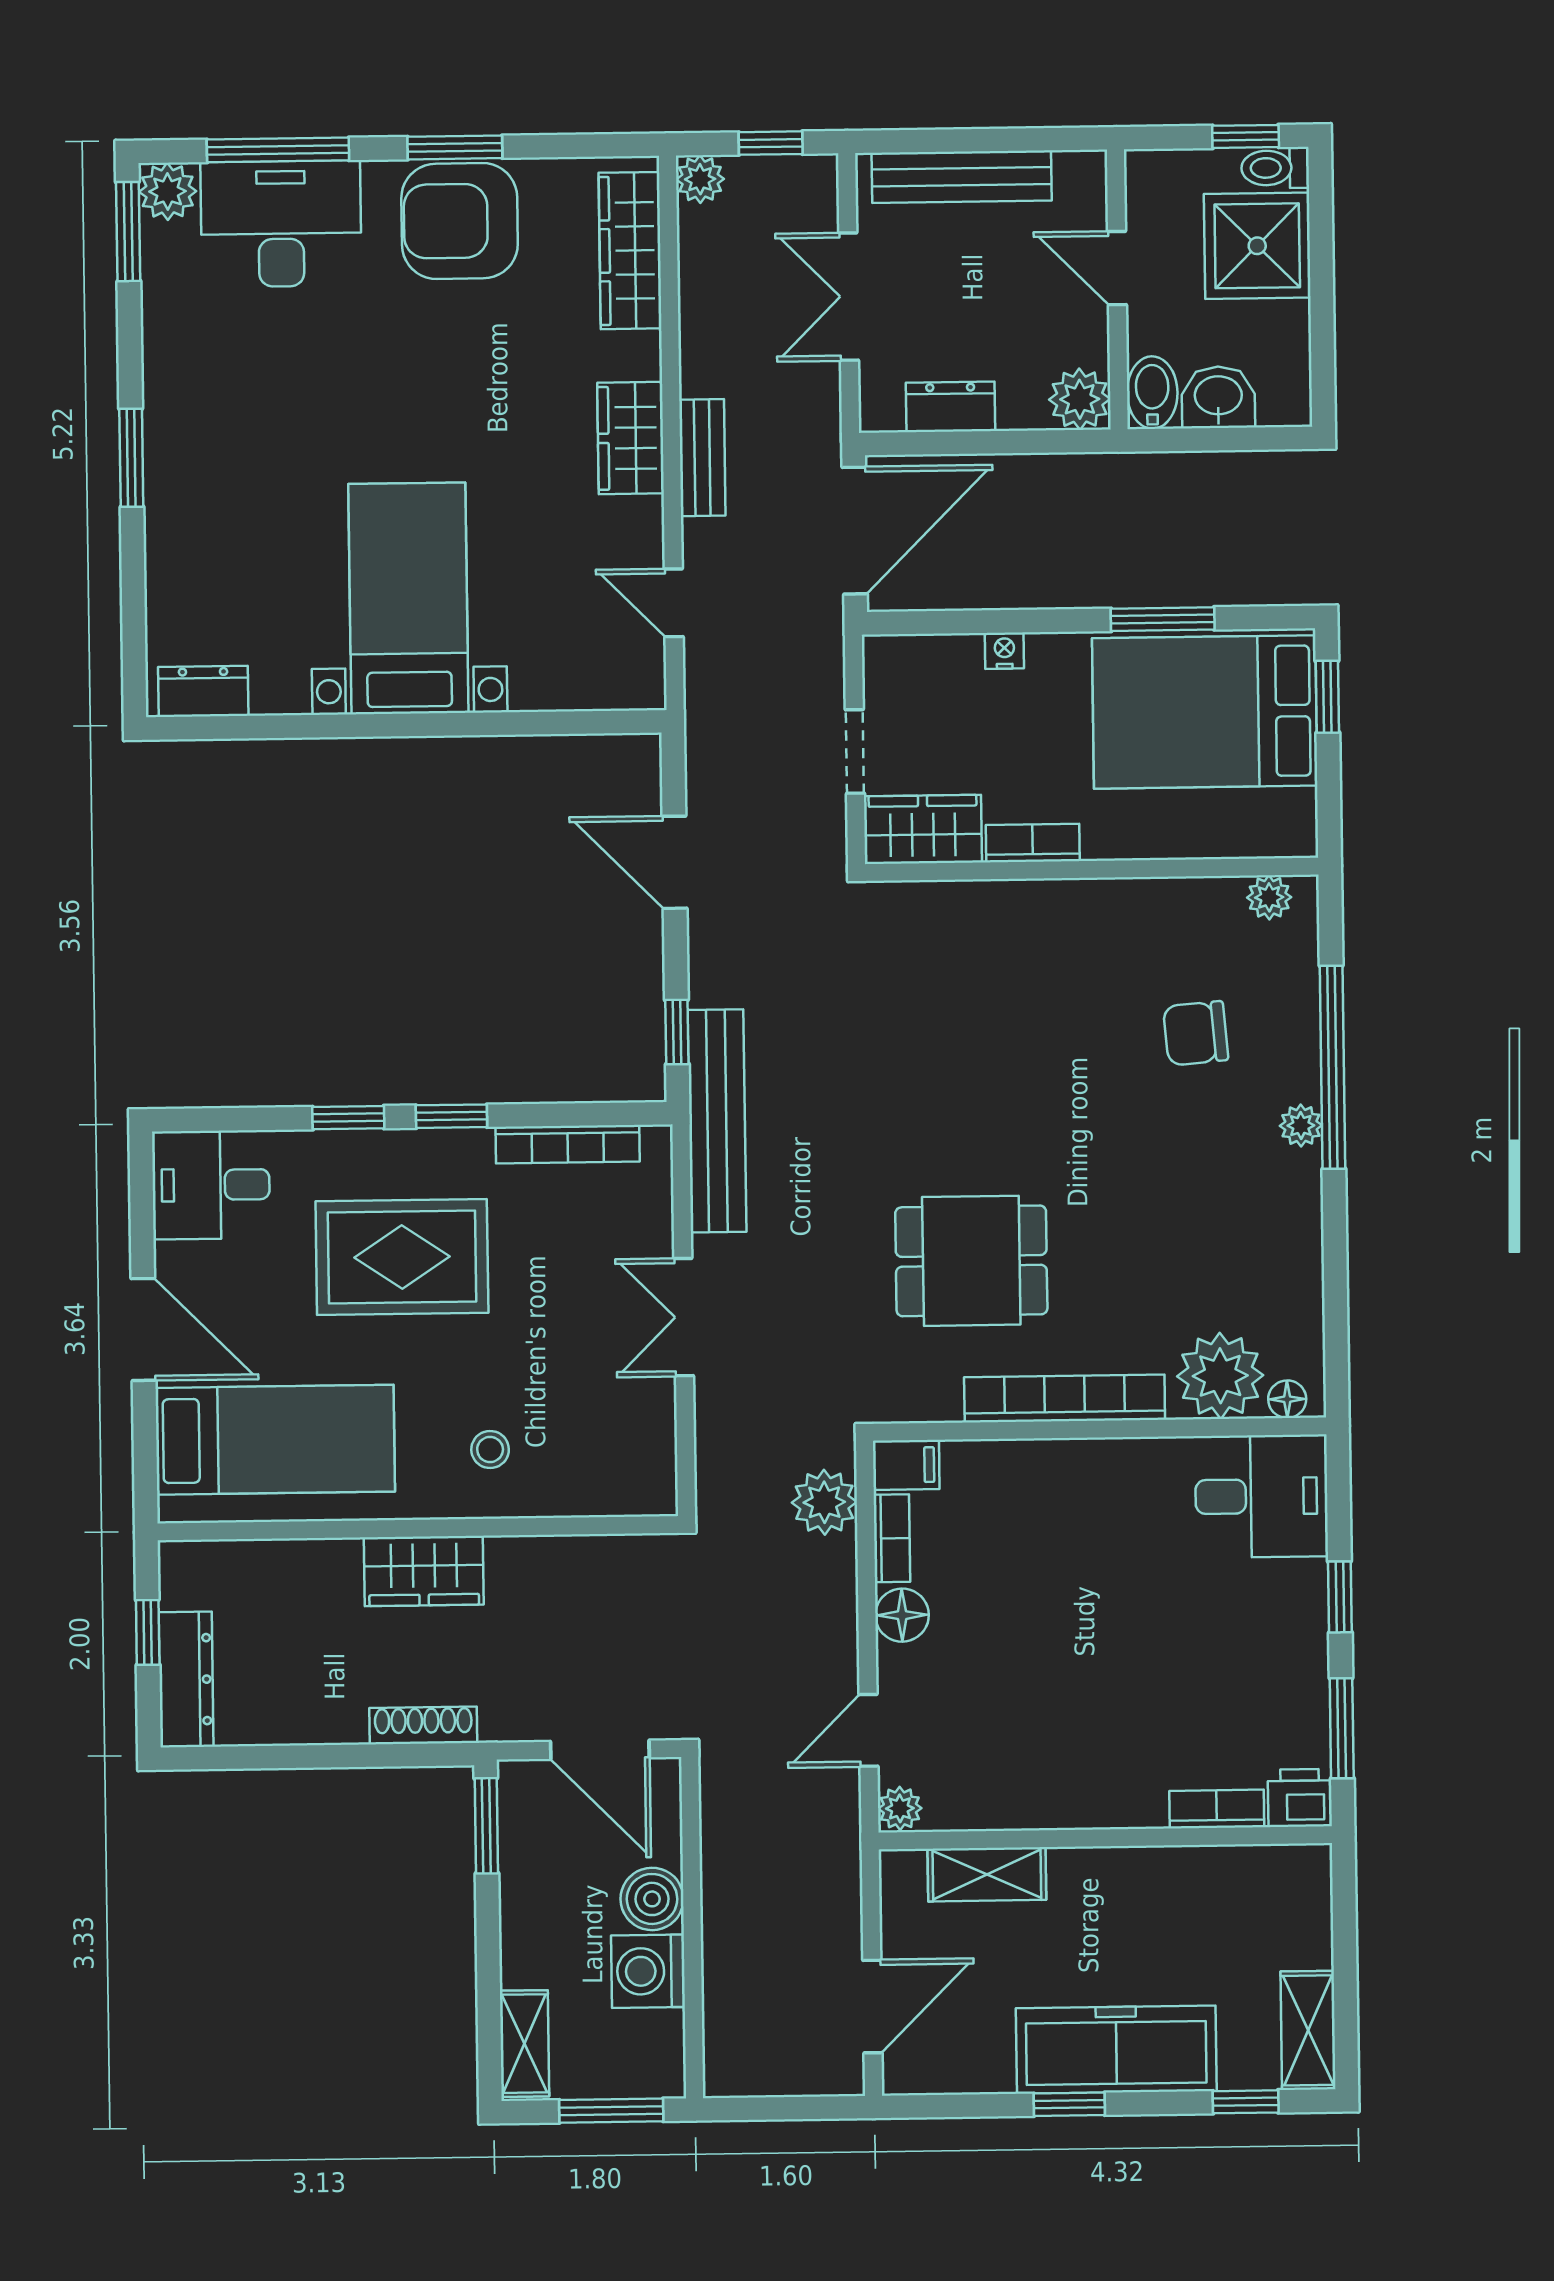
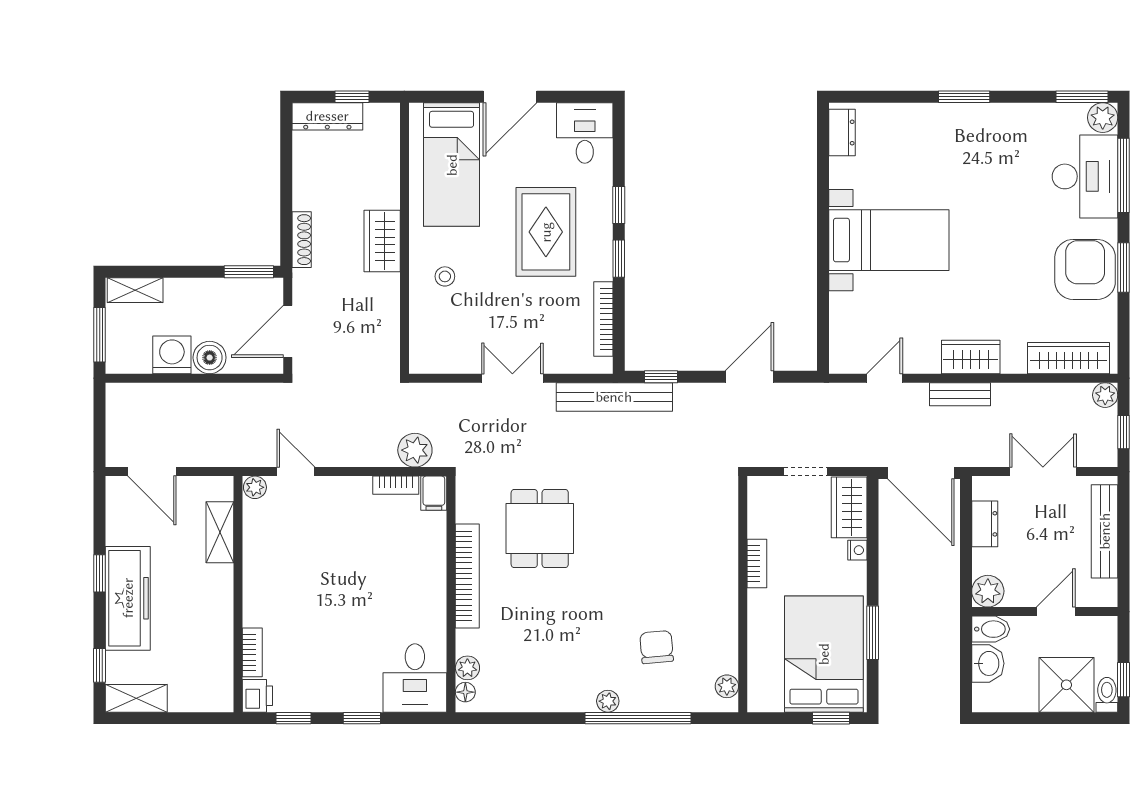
wardrobe: (923, 829) -> (849, 507), moved, turned 180
plant: (1220, 1376) -> (467, 668), width x0.53, depth x0.53
floor lamp: (902, 1615) -> (356, 490), removed
window: (1342, 1728) -> (293, 718), width x0.67

